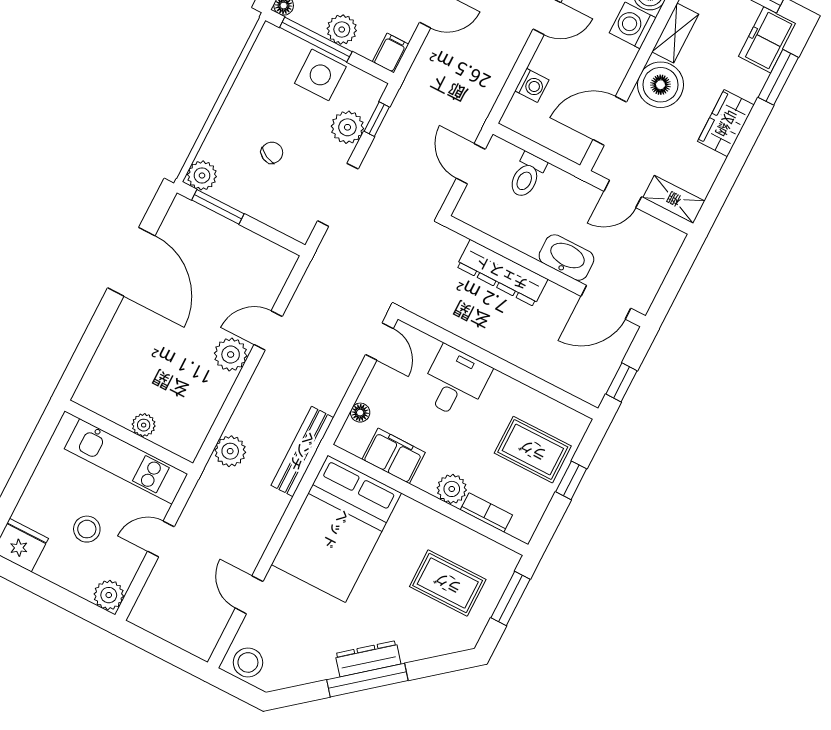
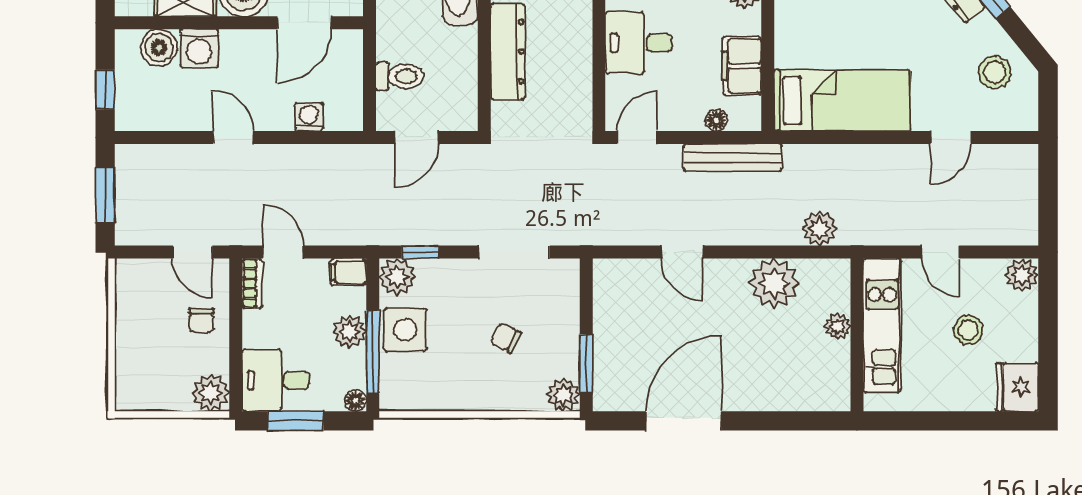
door: (610, 121) -> (304, 23), hinge flipped
plant: (347, 127) -> (397, 277), moved
plant: (231, 355) -> (774, 283), moved, width x1.36, depth x1.36
bench: (302, 451) -> (733, 158), moved
bed: (336, 529) -> (842, 100), width x0.67
stool: (248, 662) -> (995, 72), moved

